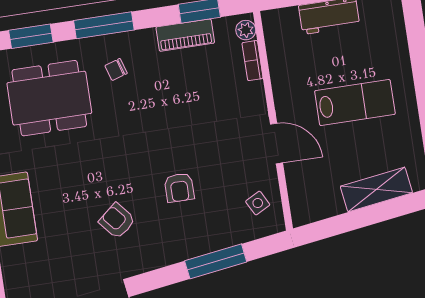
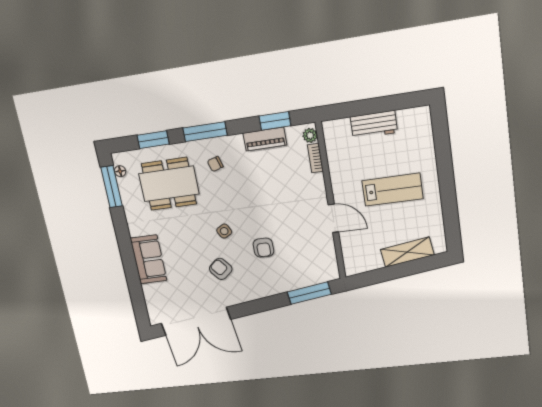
side table: (258, 203) -> (224, 231), moved
window: (216, 261) -> (309, 293), moved

